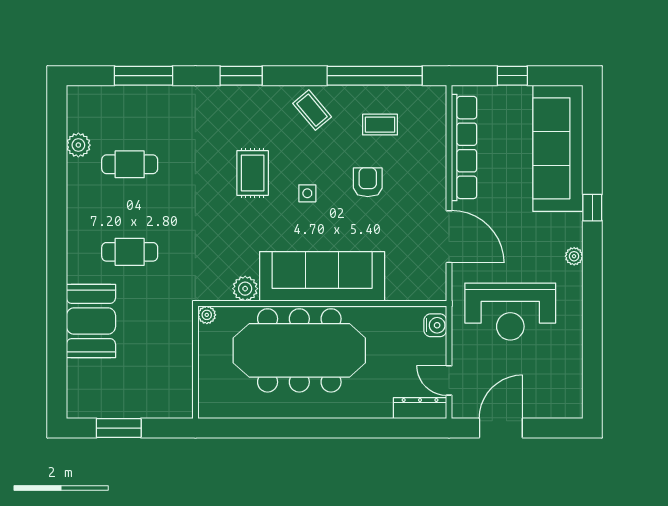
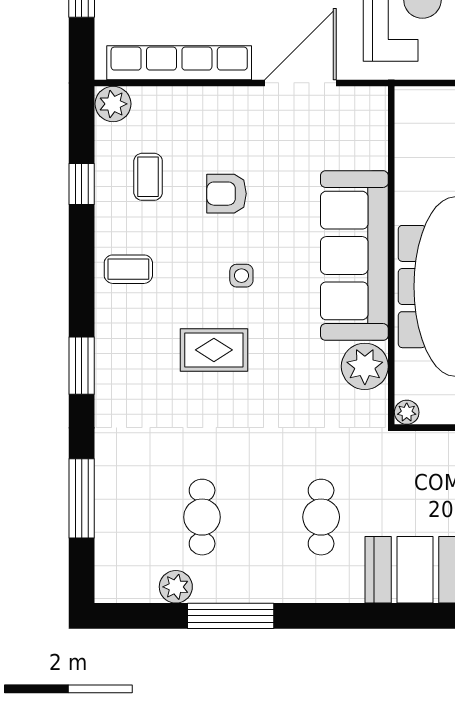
window: (375, 76) -> (82, 184), width x0.32
plant: (434, 99) -> (113, 104), added
coffee table: (312, 110) -> (128, 269), turned 40
window: (57, 185) -> (231, 616), added
plant: (245, 289) -> (365, 366), width x1.36, depth x1.36
water cooler: (435, 325) -> (421, 102), removed

